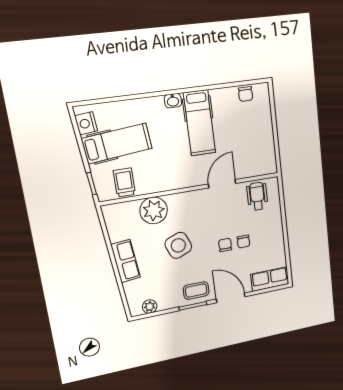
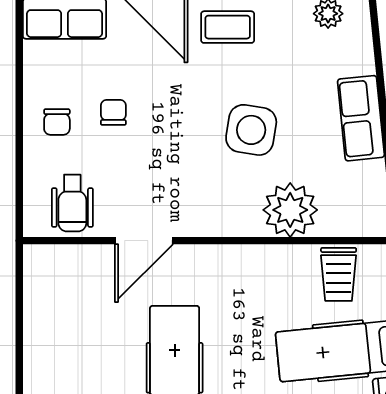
side table: (178, 245) -> (251, 130), turned 31
chair: (225, 245) -> (57, 122), moved

